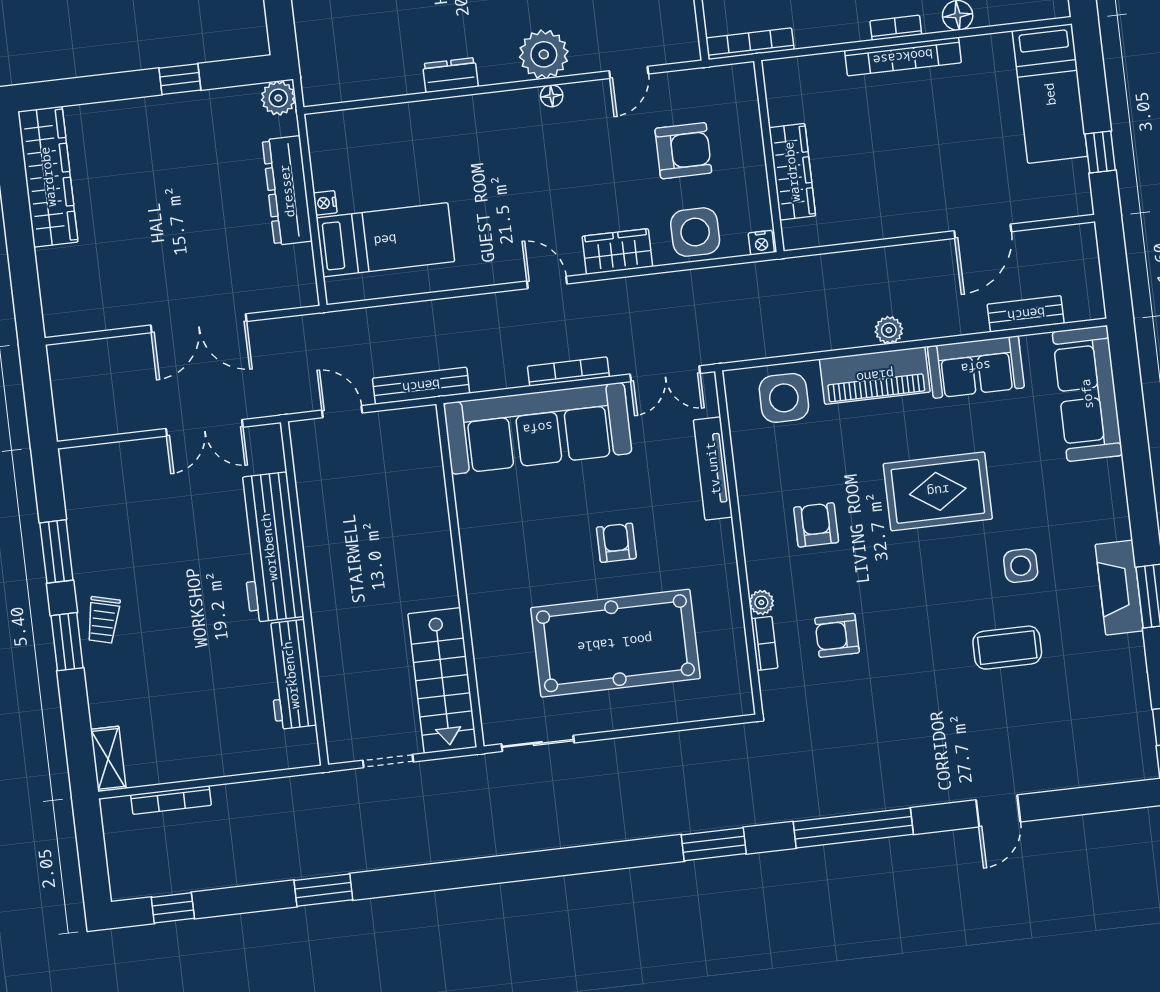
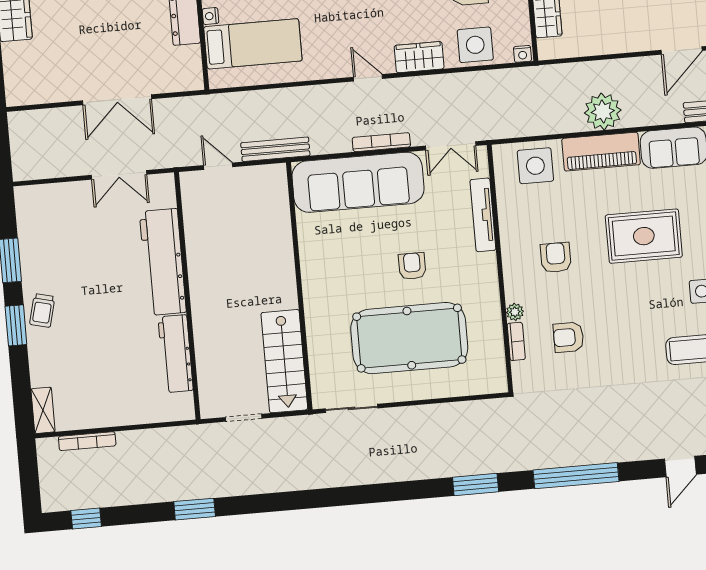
plant: (889, 330) -> (603, 111), width x1.87, depth x1.87

